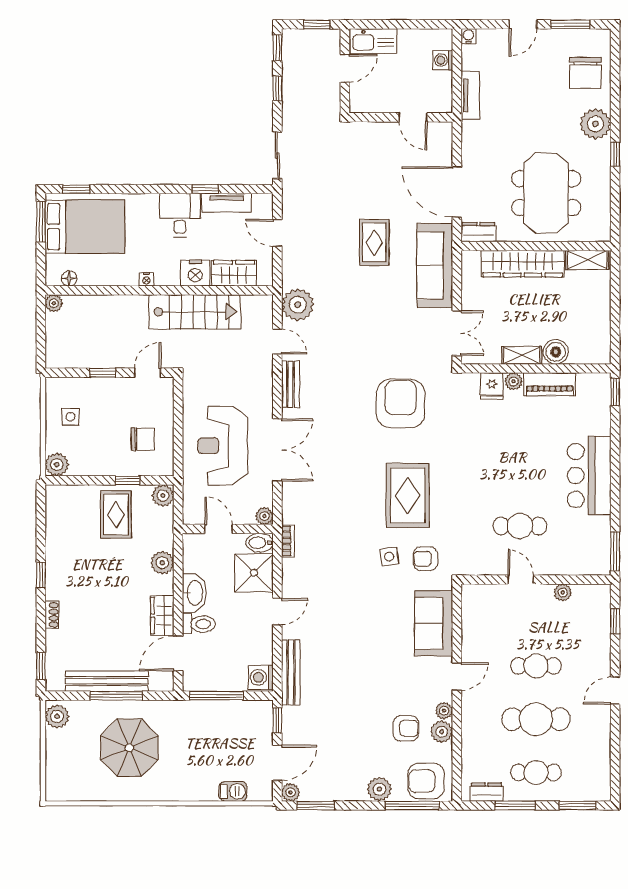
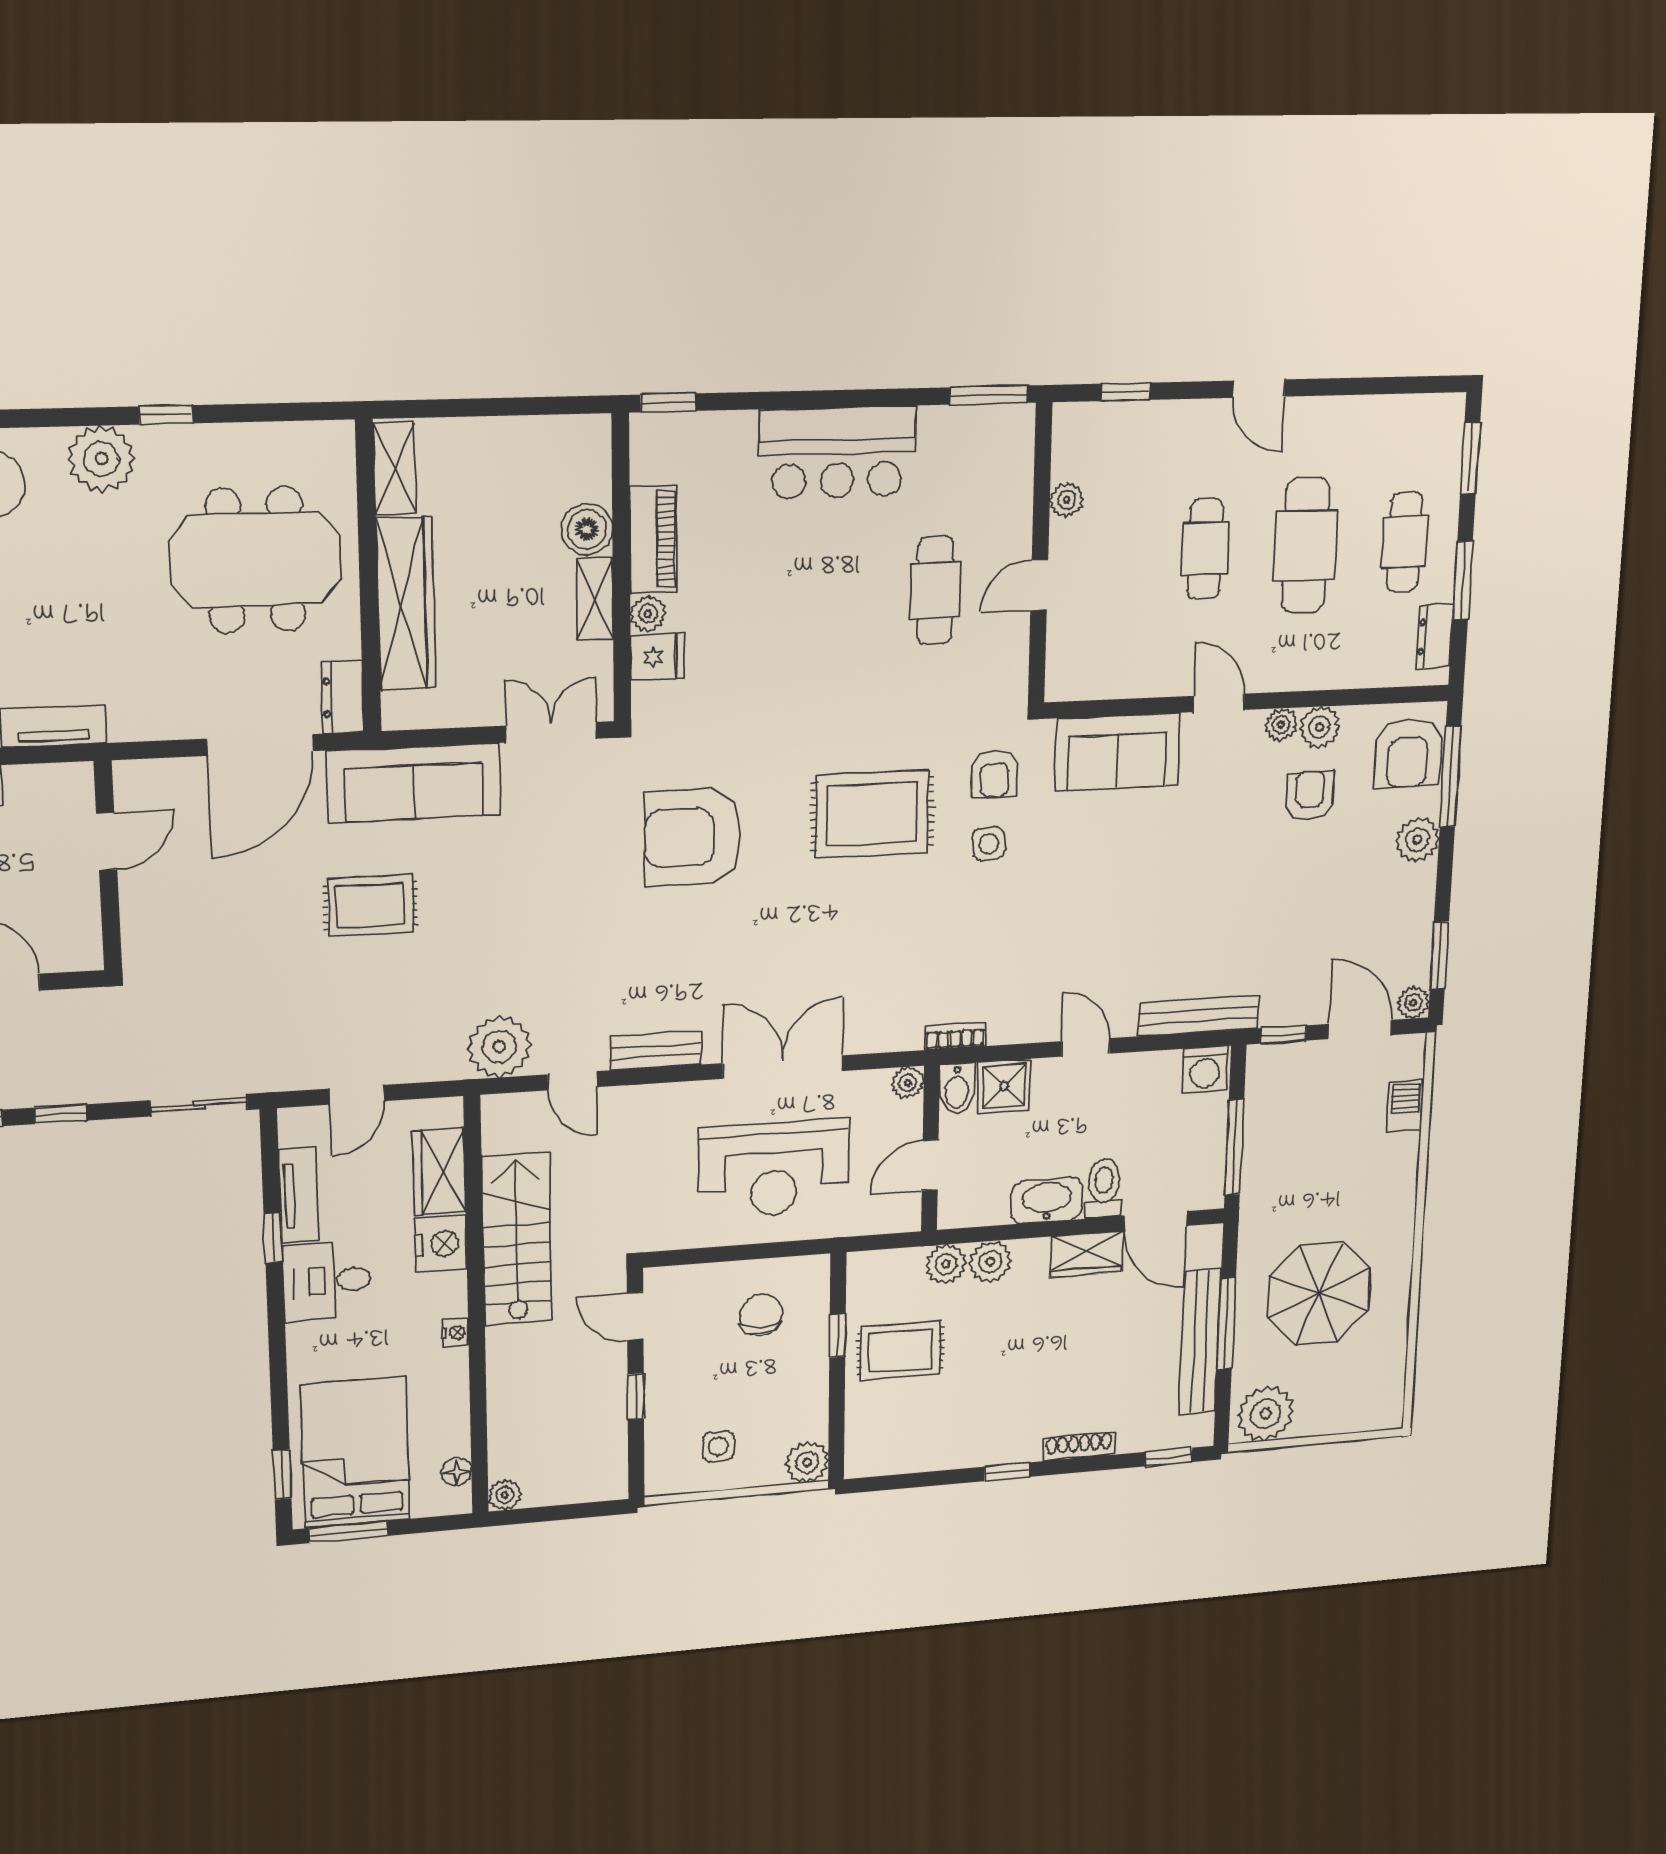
door: (277, 341) -> (572, 1081), swing flipped
plant: (163, 496) -> (946, 1264), moved
shower: (254, 573) -> (1004, 1086), width x0.73, depth x0.73
shoe rack: (52, 615) -> (1079, 1446), width x1.43
plant: (57, 716) -> (1266, 1414), width x1.36, depth x1.36

